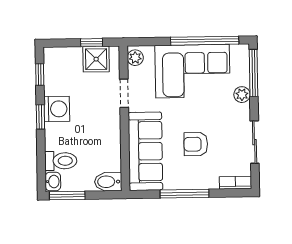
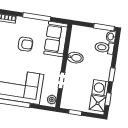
shower: (96, 59) -> (98, 103), moved
washing machine: (57, 109) -> (100, 88), moved
sofa: (145, 151) -> (56, 39), width x0.73
bidet: (108, 182) -> (75, 58), moved

